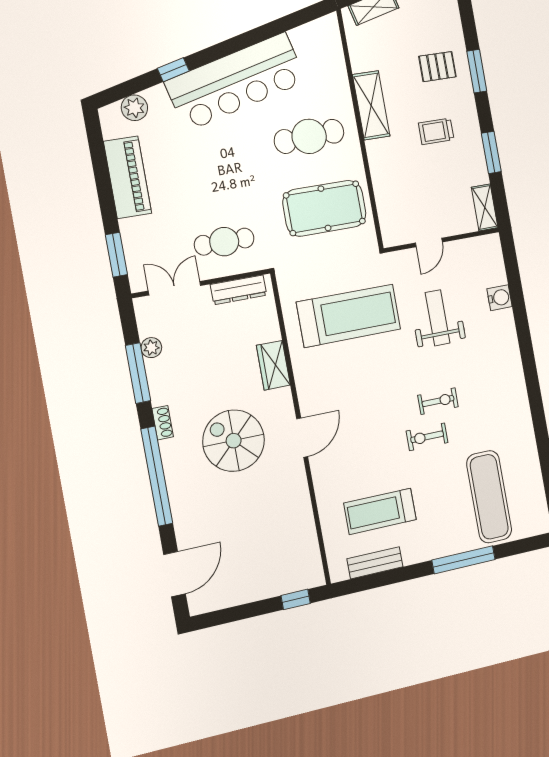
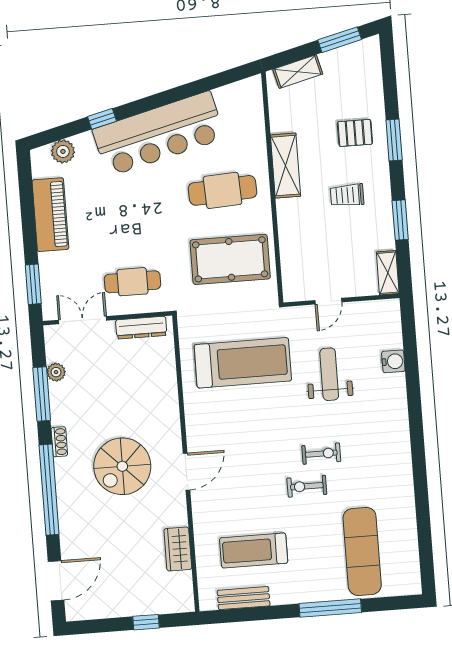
wardrobe: (273, 365) -> (178, 549), moved
spiral stairs: (234, 441) -> (122, 466), turned -90
window: (296, 599) -> (146, 622), moved

